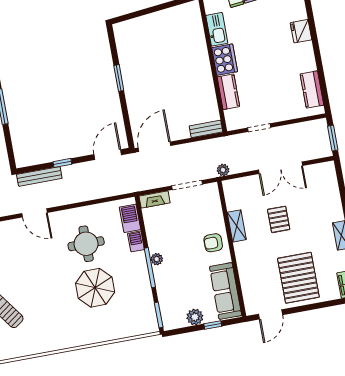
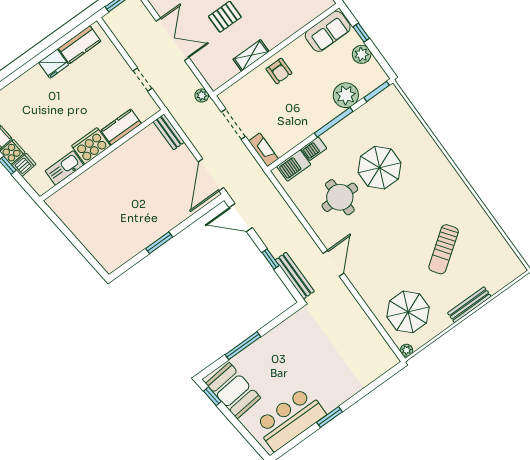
fridge: (301, 31) -> (54, 64), moved
door: (154, 147) -> (211, 175), hinge flipped
plant: (157, 259) -> (346, 95), moved, width x1.88, depth x1.88
sofa: (226, 291) -> (328, 31), width x0.73

